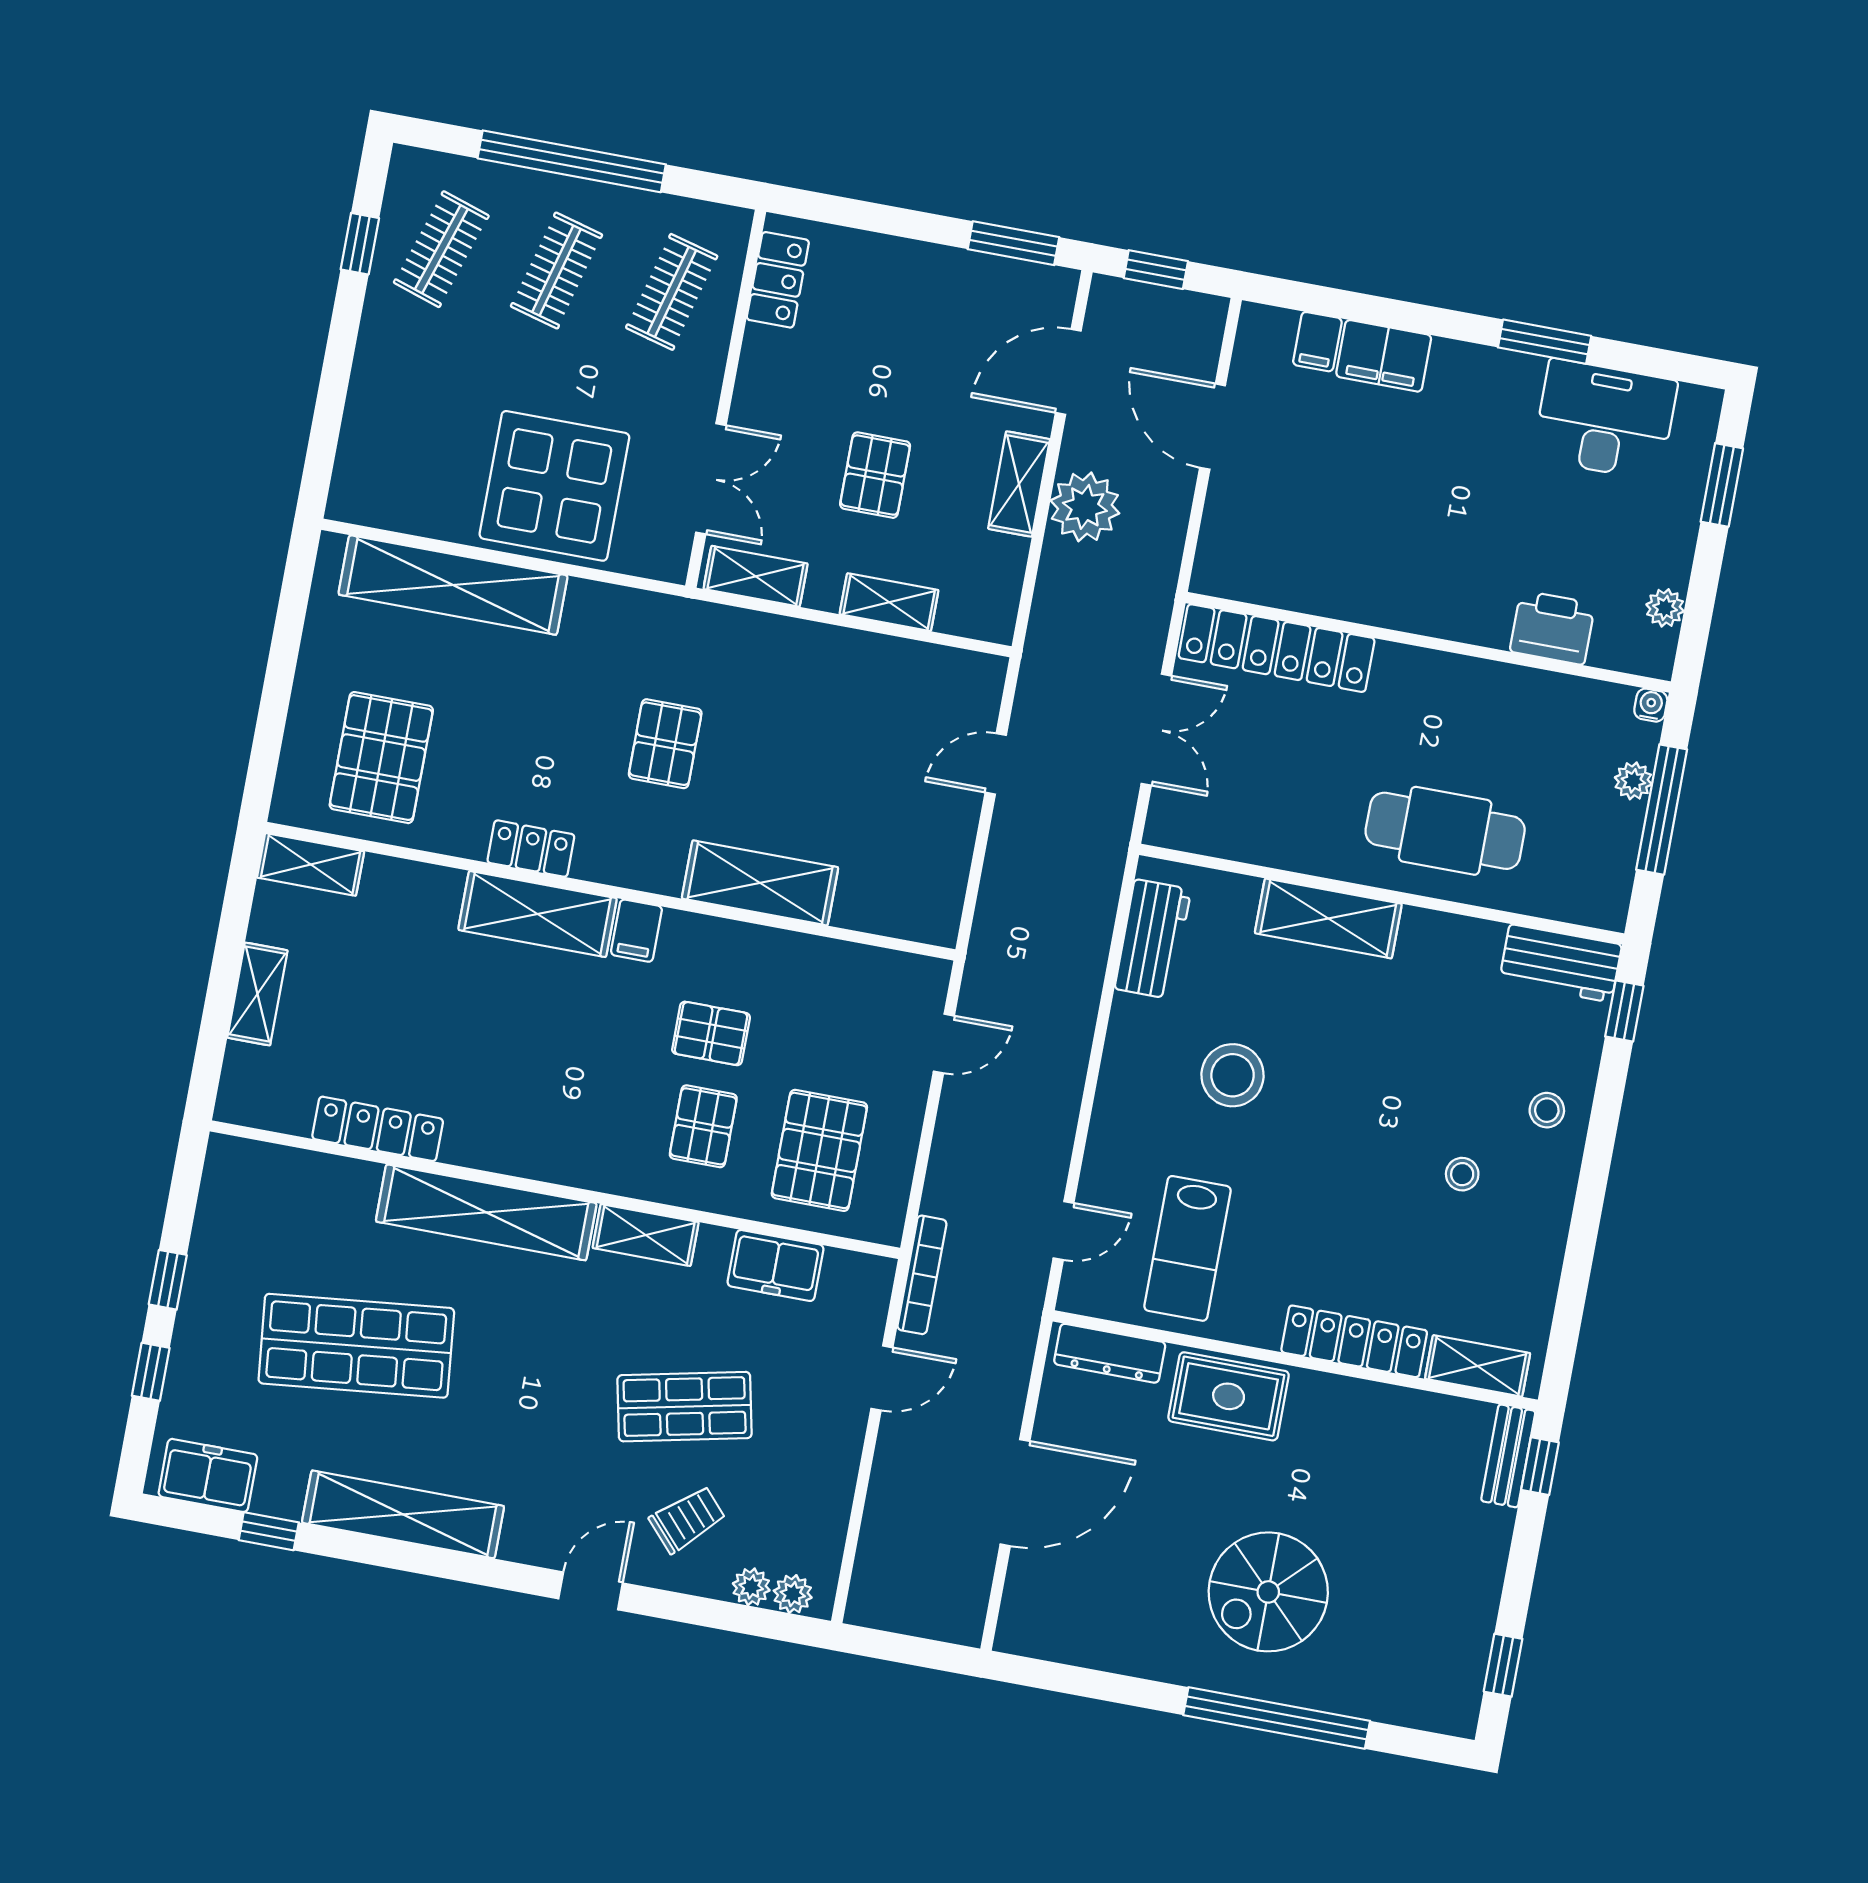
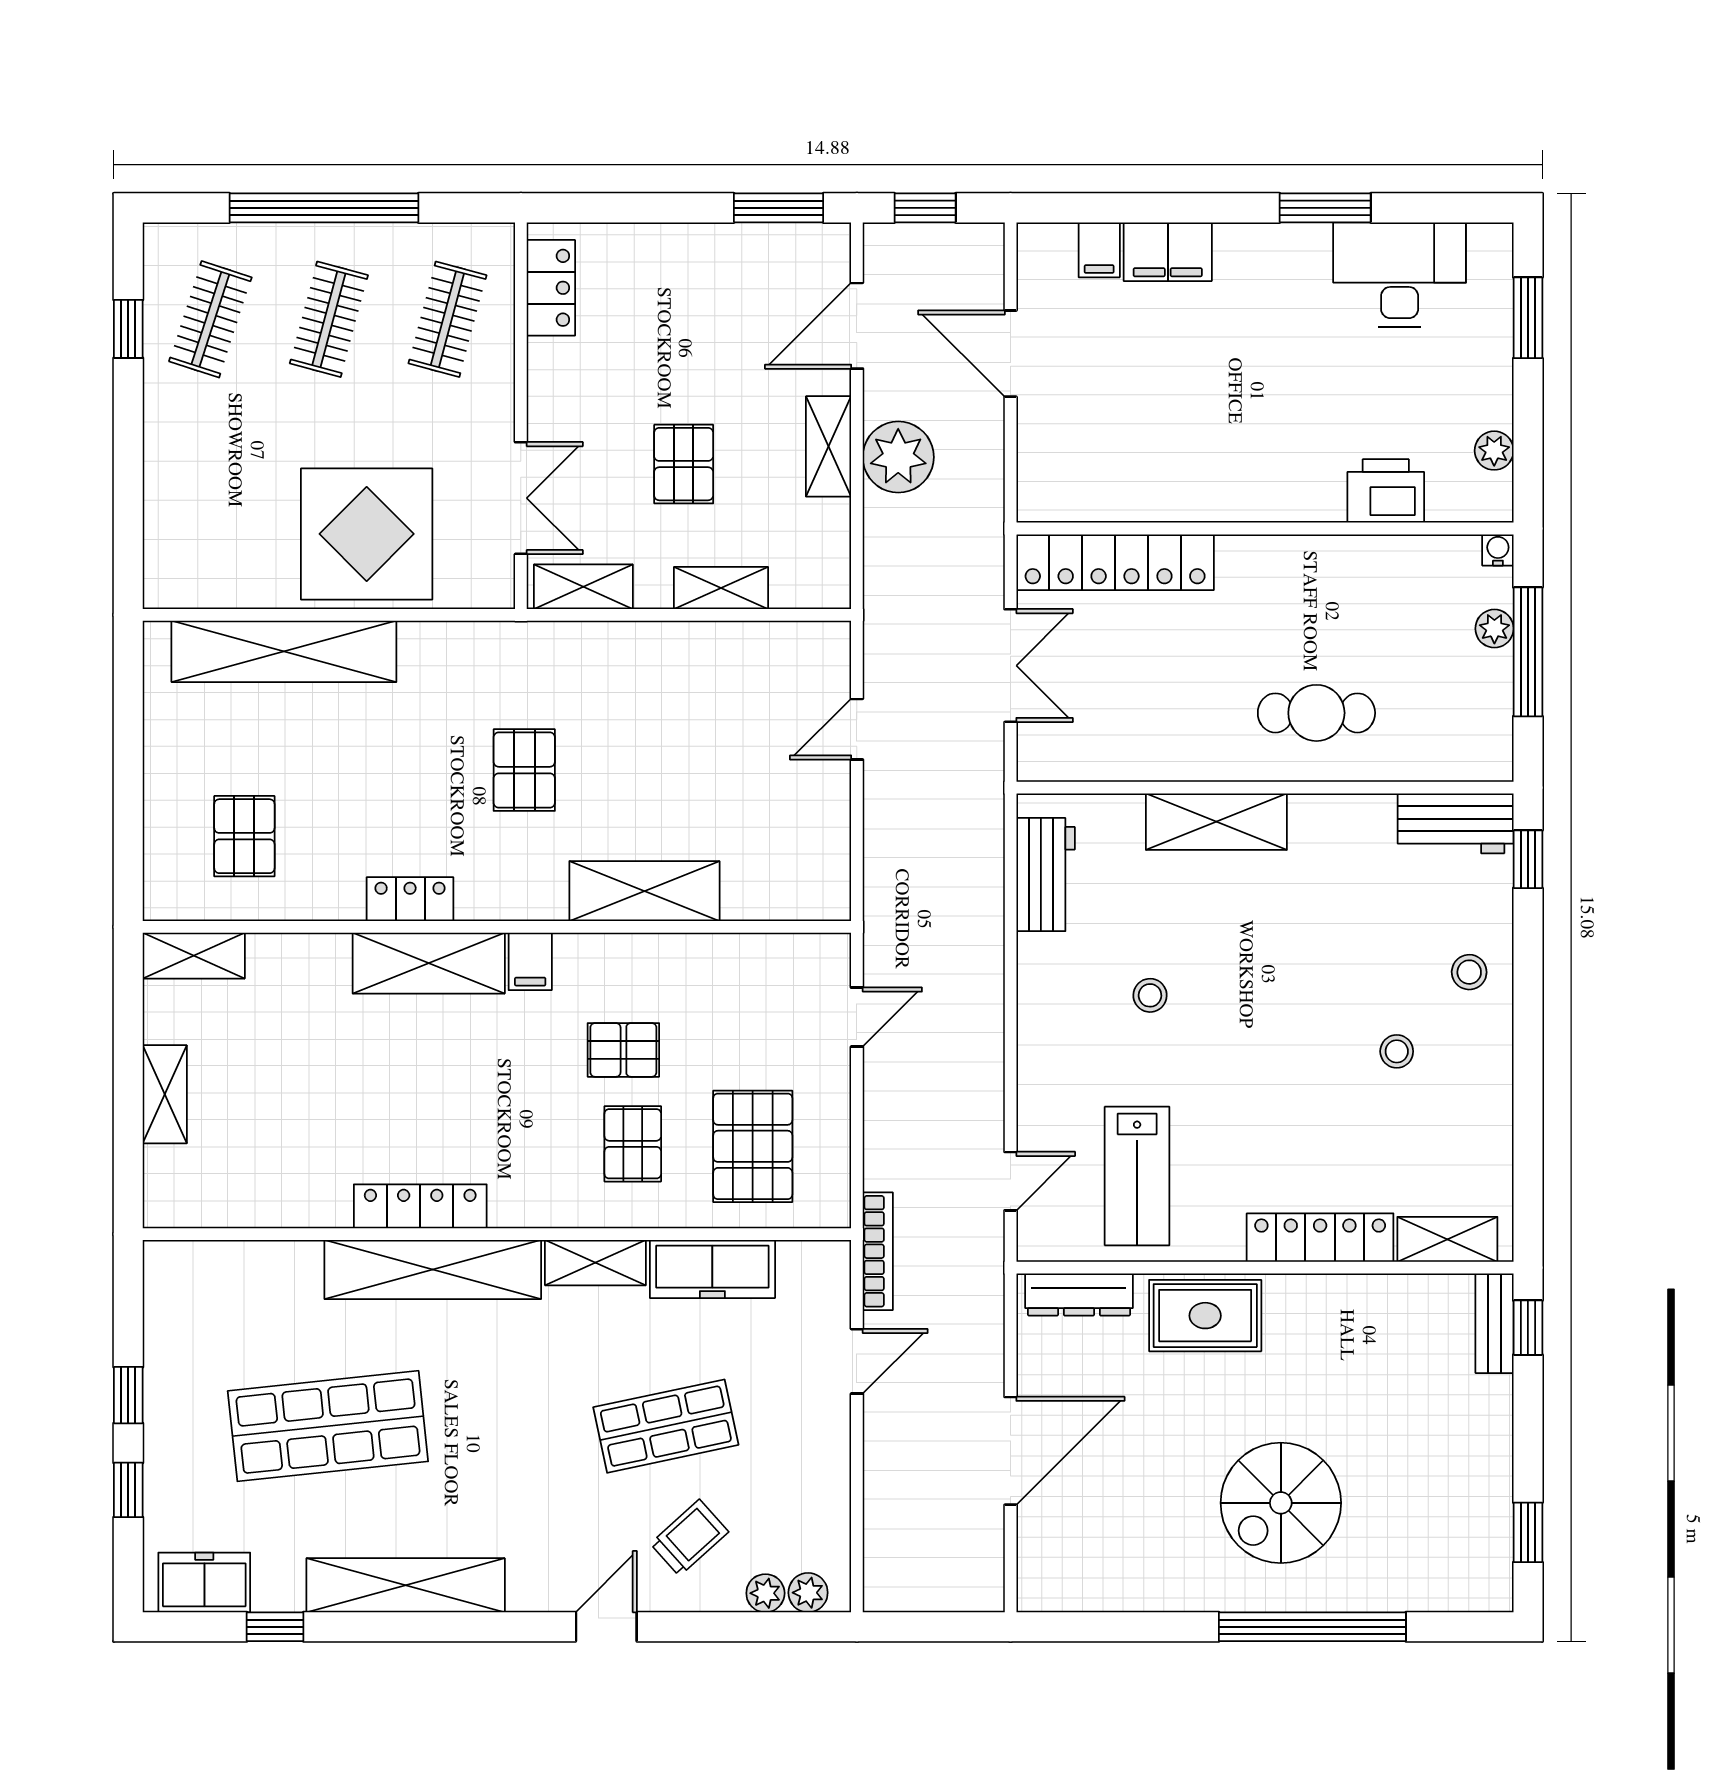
pallet: (381, 758) -> (244, 836), width x0.67, depth x0.71
cafe table: (1445, 831) -> (1316, 713), width x0.73, depth x0.74
stool: (1233, 1075) -> (1150, 995), width x0.53, depth x0.53
locker: (378, 1129) -> (420, 1206), moved
freezer: (775, 1265) -> (712, 1269), width x1.40

